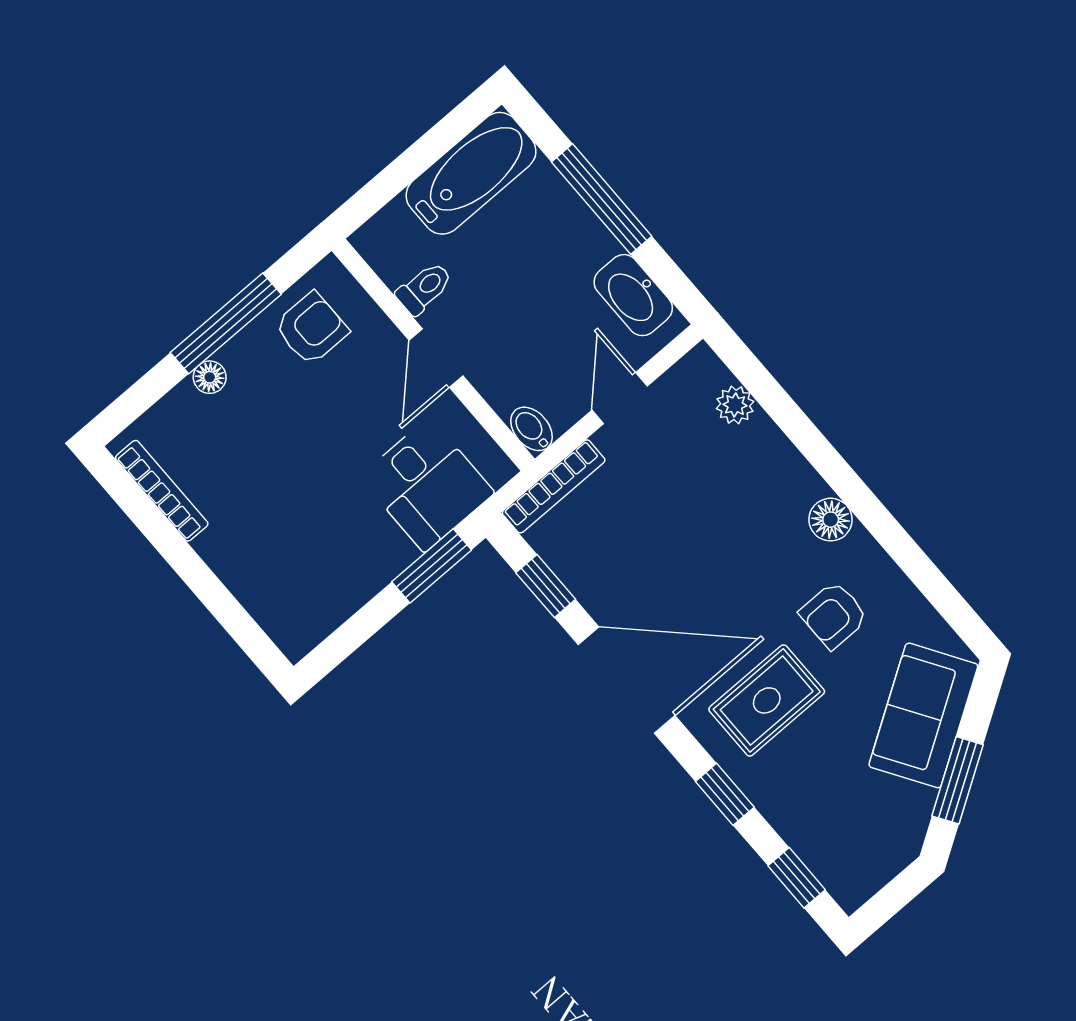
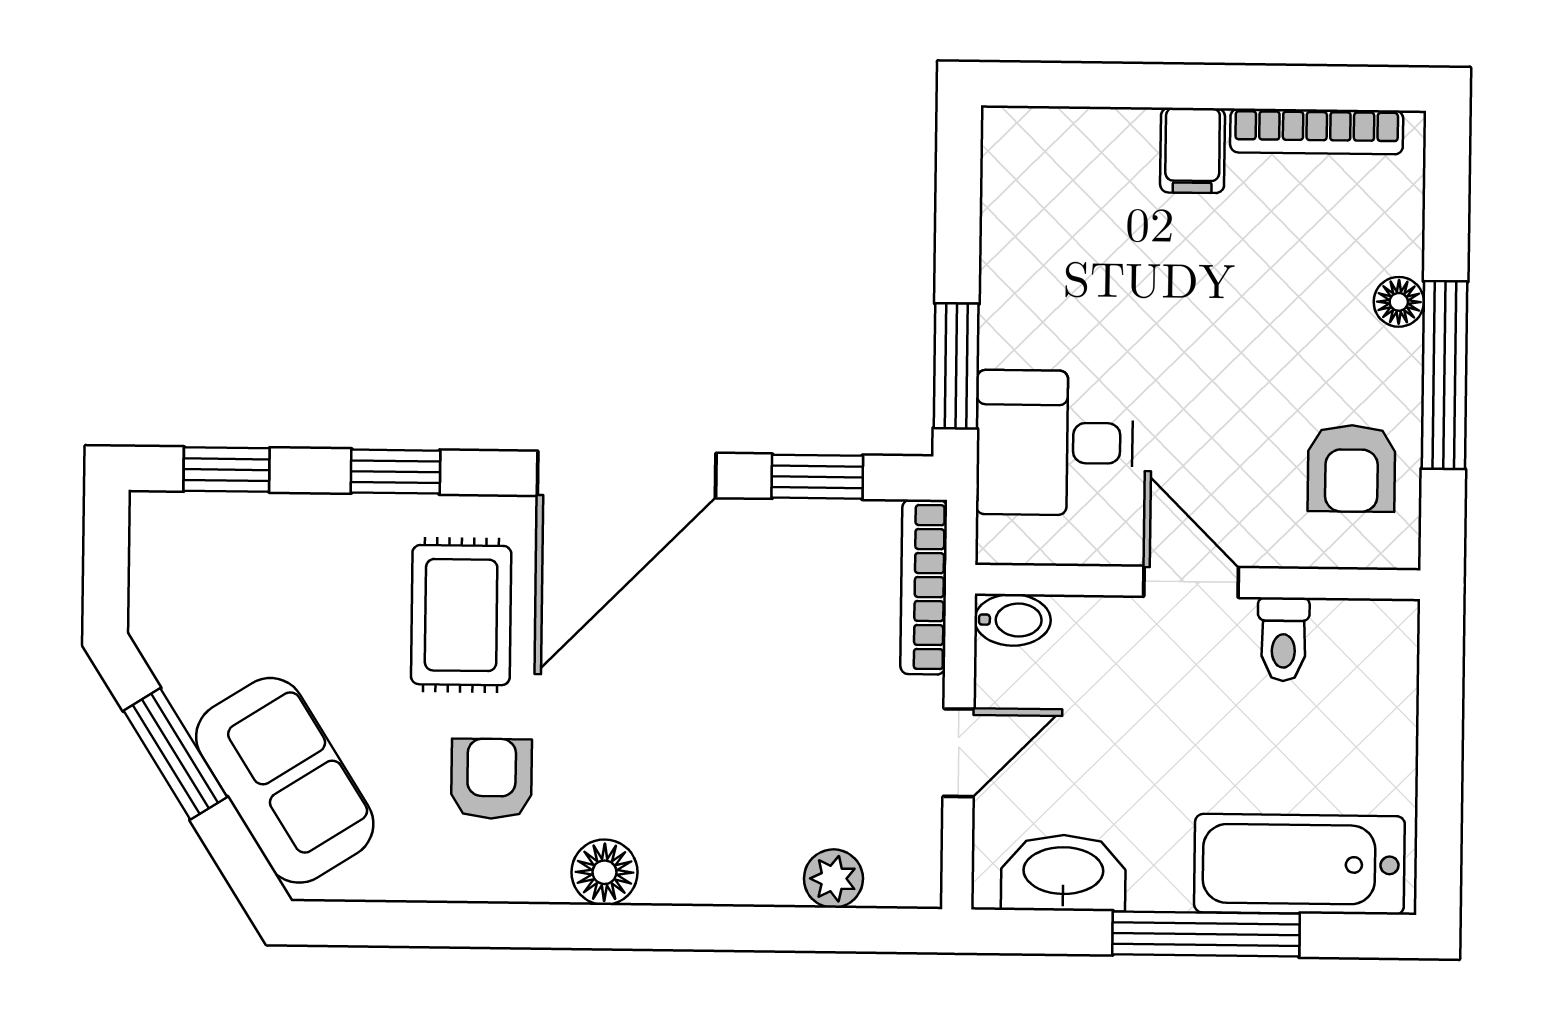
bathtub: (471, 173) -> (1299, 864), moved, turned 90
door: (620, 398) -> (959, 753), hinge flipped
filing cabinet: (224, 543) -> (1193, 150), added

